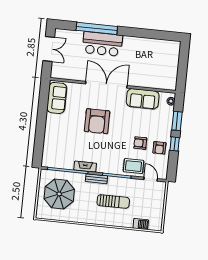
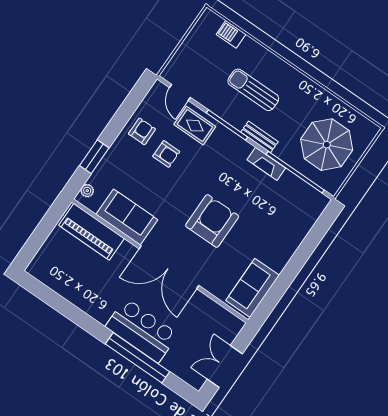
piano: (157, 81) -> (91, 232), added
window: (175, 144) -> (116, 125), removed

